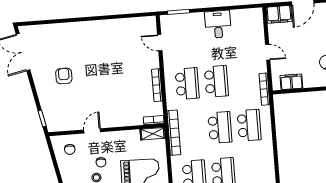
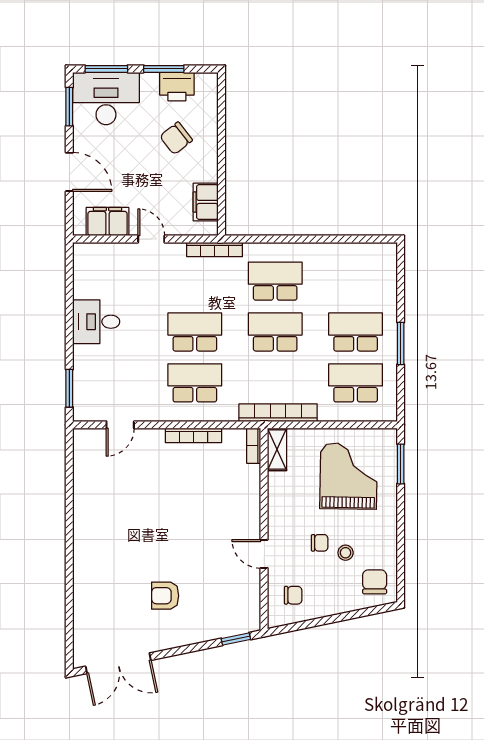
filing cabinet: (279, 14) -> (108, 222), moved, turned -90
door: (268, 52) -> (151, 239), hinge flipped

